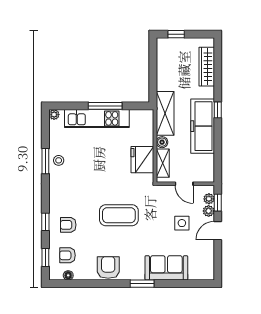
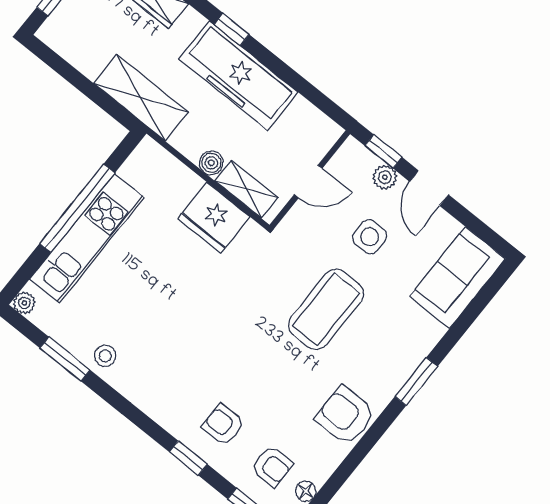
window: (105, 106) -> (77, 208), width x1.46
shelving: (165, 113) -> (141, 98), moved
window: (45, 161) -> (65, 359), moved
plant: (209, 199) -> (365, 161), removed
coffee table: (119, 215) -> (326, 309), moved
armchair: (68, 225) -> (223, 425), turned 90
armchair: (67, 255) -> (272, 466), turned -90
sofa: (166, 268) -> (457, 278), moved

